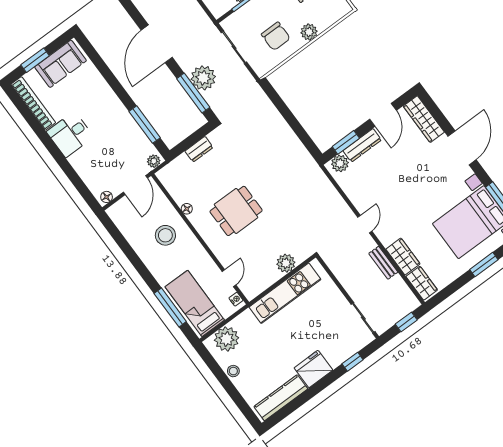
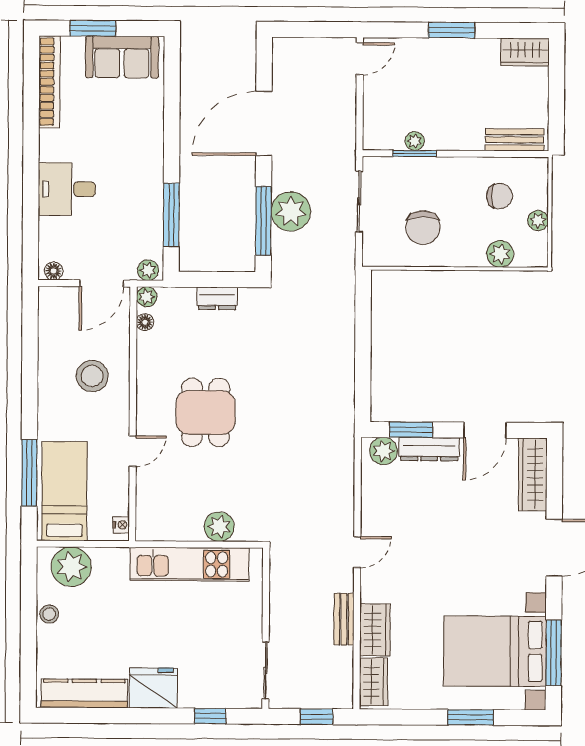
plant: (309, 32) -> (500, 254), moved
desk: (70, 134) -> (67, 189), moved
plant: (163, 175) -> (147, 297), added
floor lamp: (187, 209) -> (145, 322), moved
dining table: (236, 211) -> (206, 412), turned 90
door: (229, 278) -> (133, 451), moved

